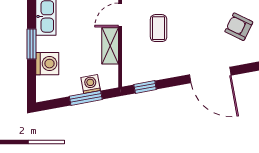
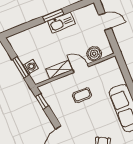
window: (32, 44) -> (53, 15), moved
washing machine: (47, 64) -> (32, 35), removed

